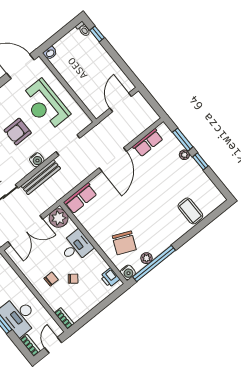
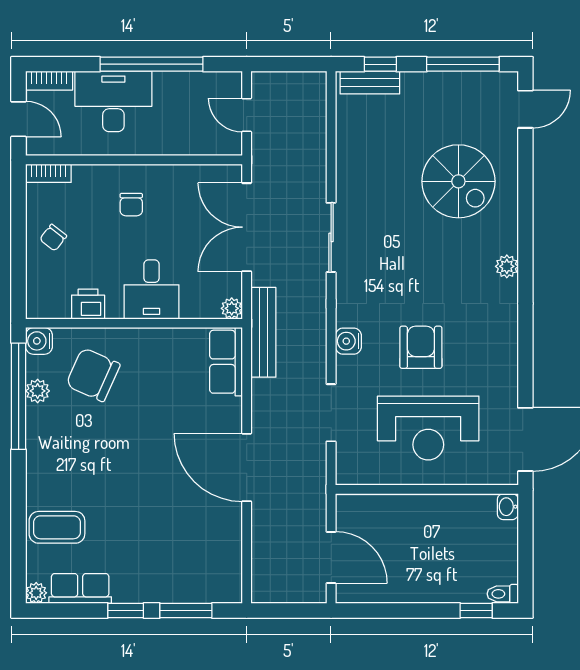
reception desk: (45, 105) -> (428, 428), turned 180
row of seats: (148, 143) -> (80, 589), moved, turned 90
plant: (184, 155) -> (36, 593), moved
bench: (41, 177) -> (263, 332), moved
plant: (59, 218) -> (232, 308), width x0.53, depth x0.53
printer: (110, 278) -> (88, 304), moved
chair: (73, 279) -> (53, 238), moved

